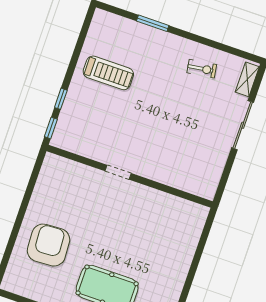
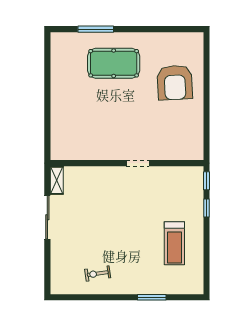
treadmill: (108, 73) -> (174, 243), turned -90
shelving: (247, 79) -> (57, 180), moved
sliding door: (243, 125) -> (47, 217), moved

